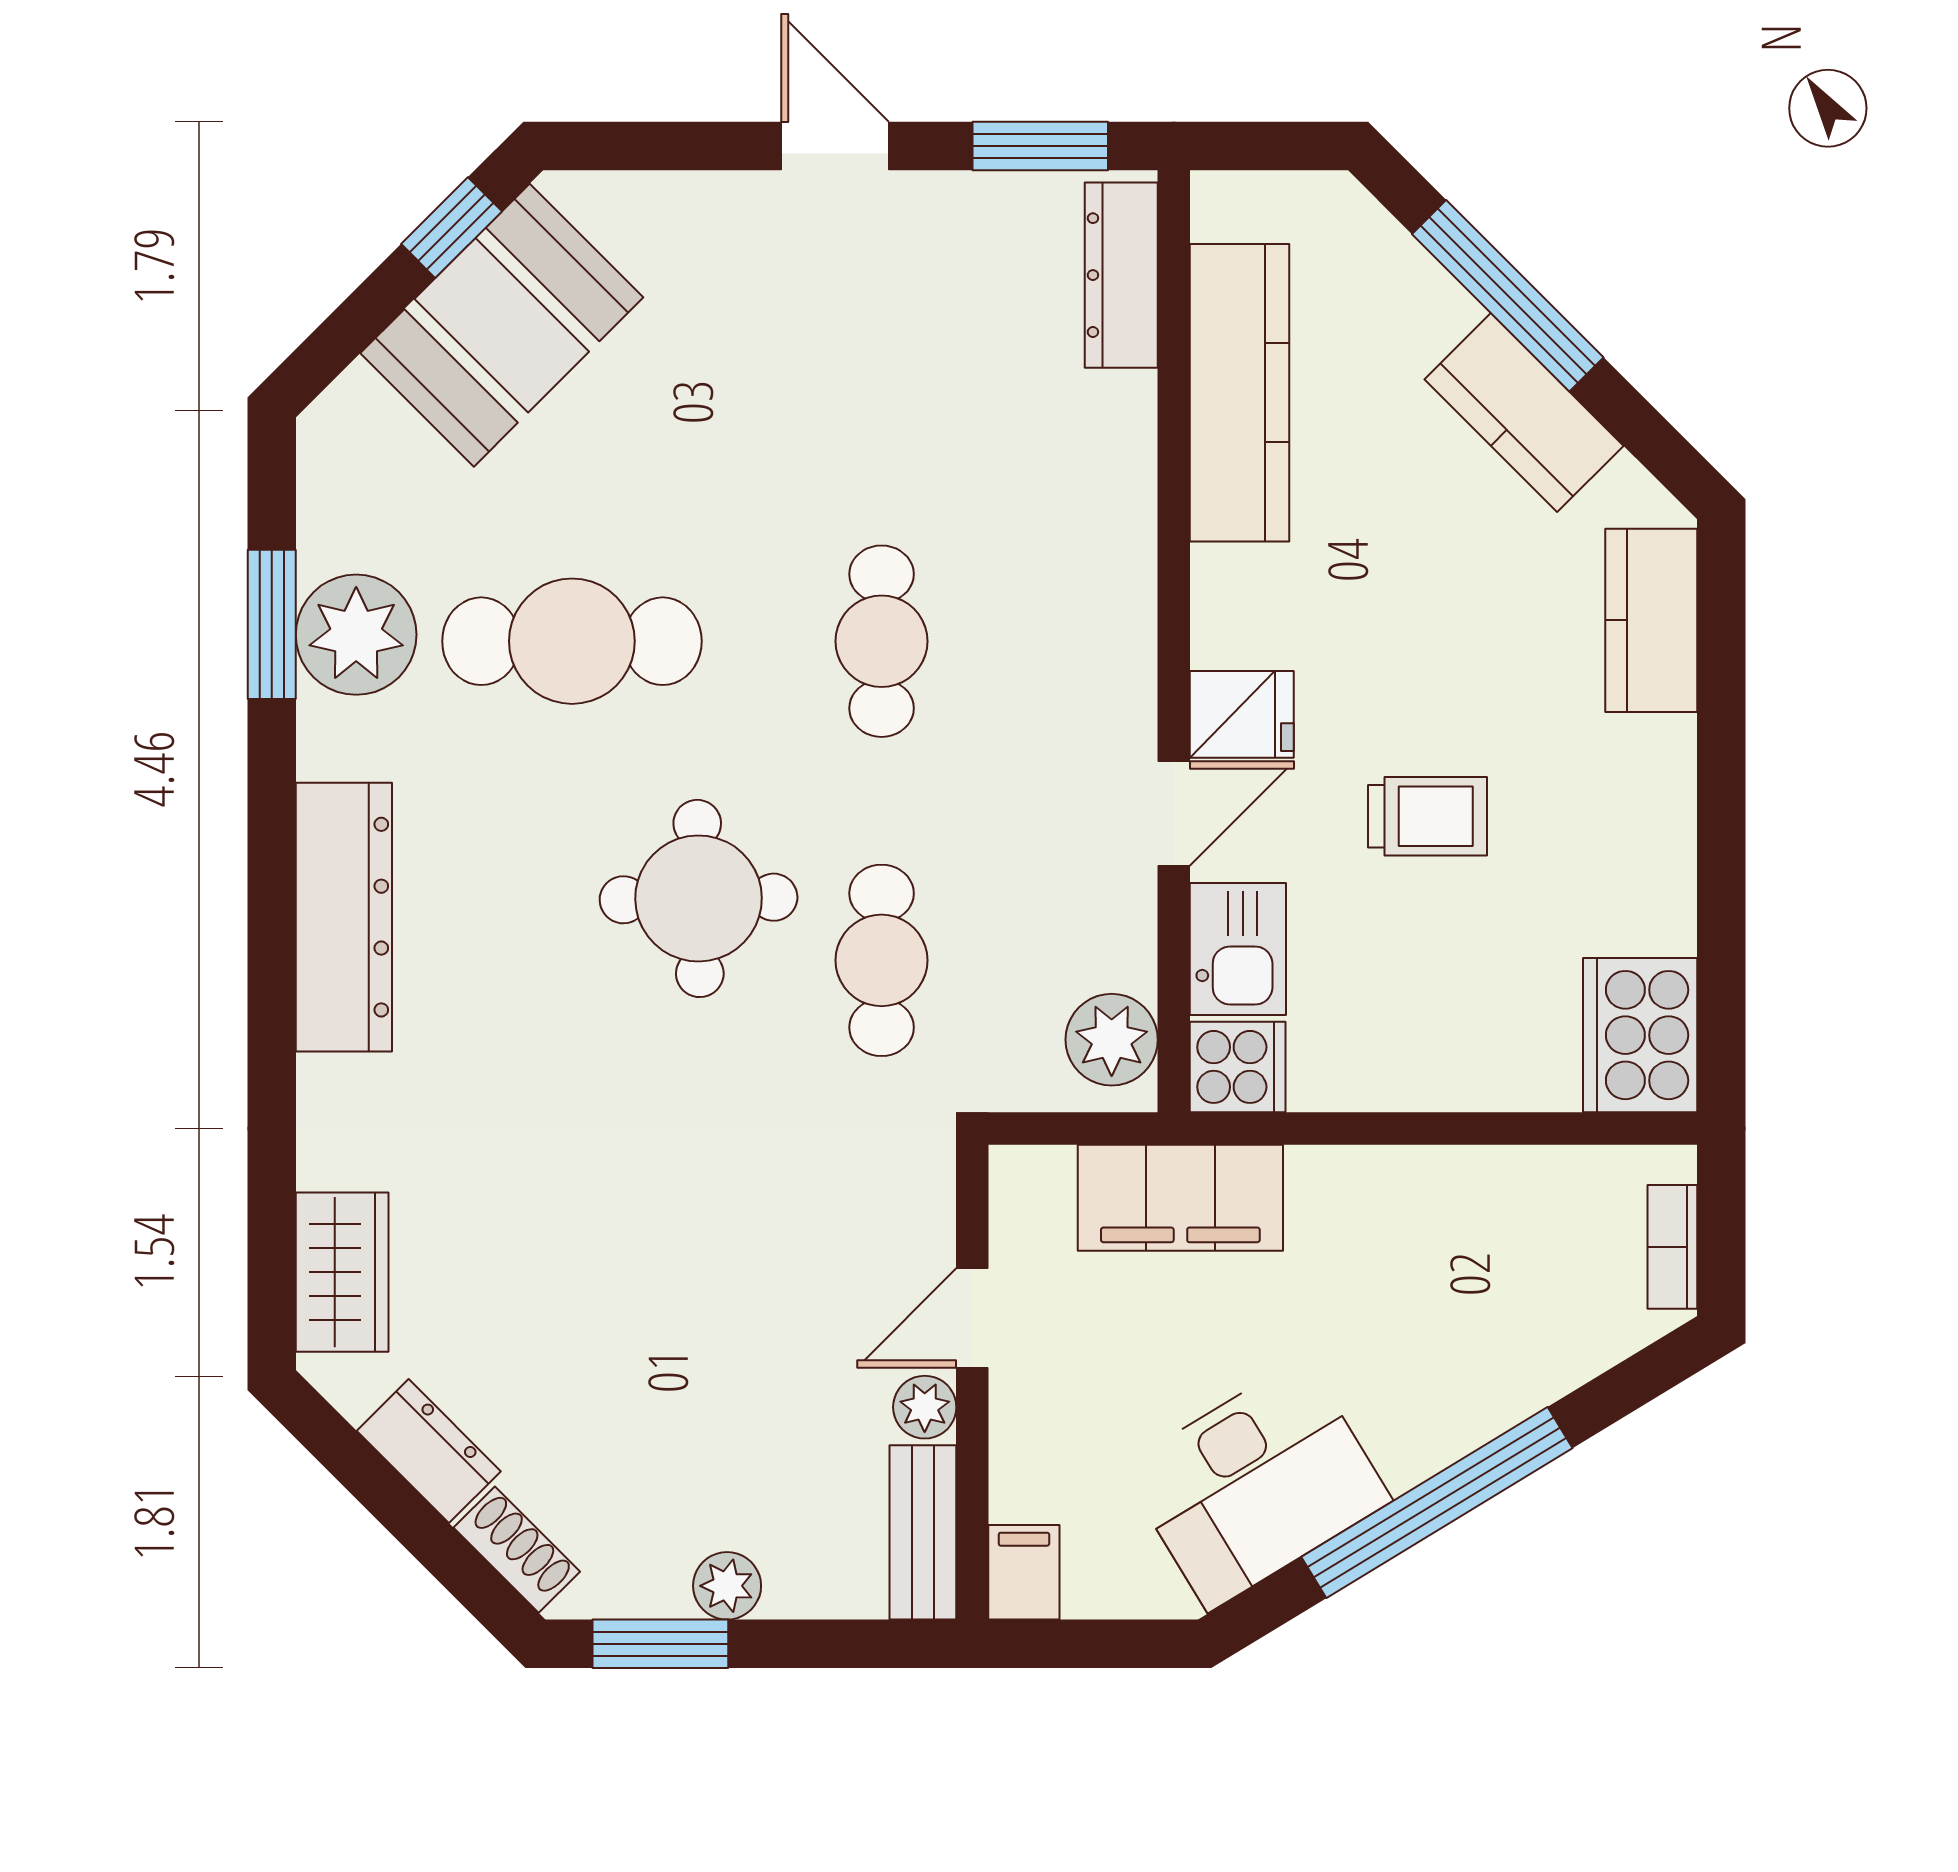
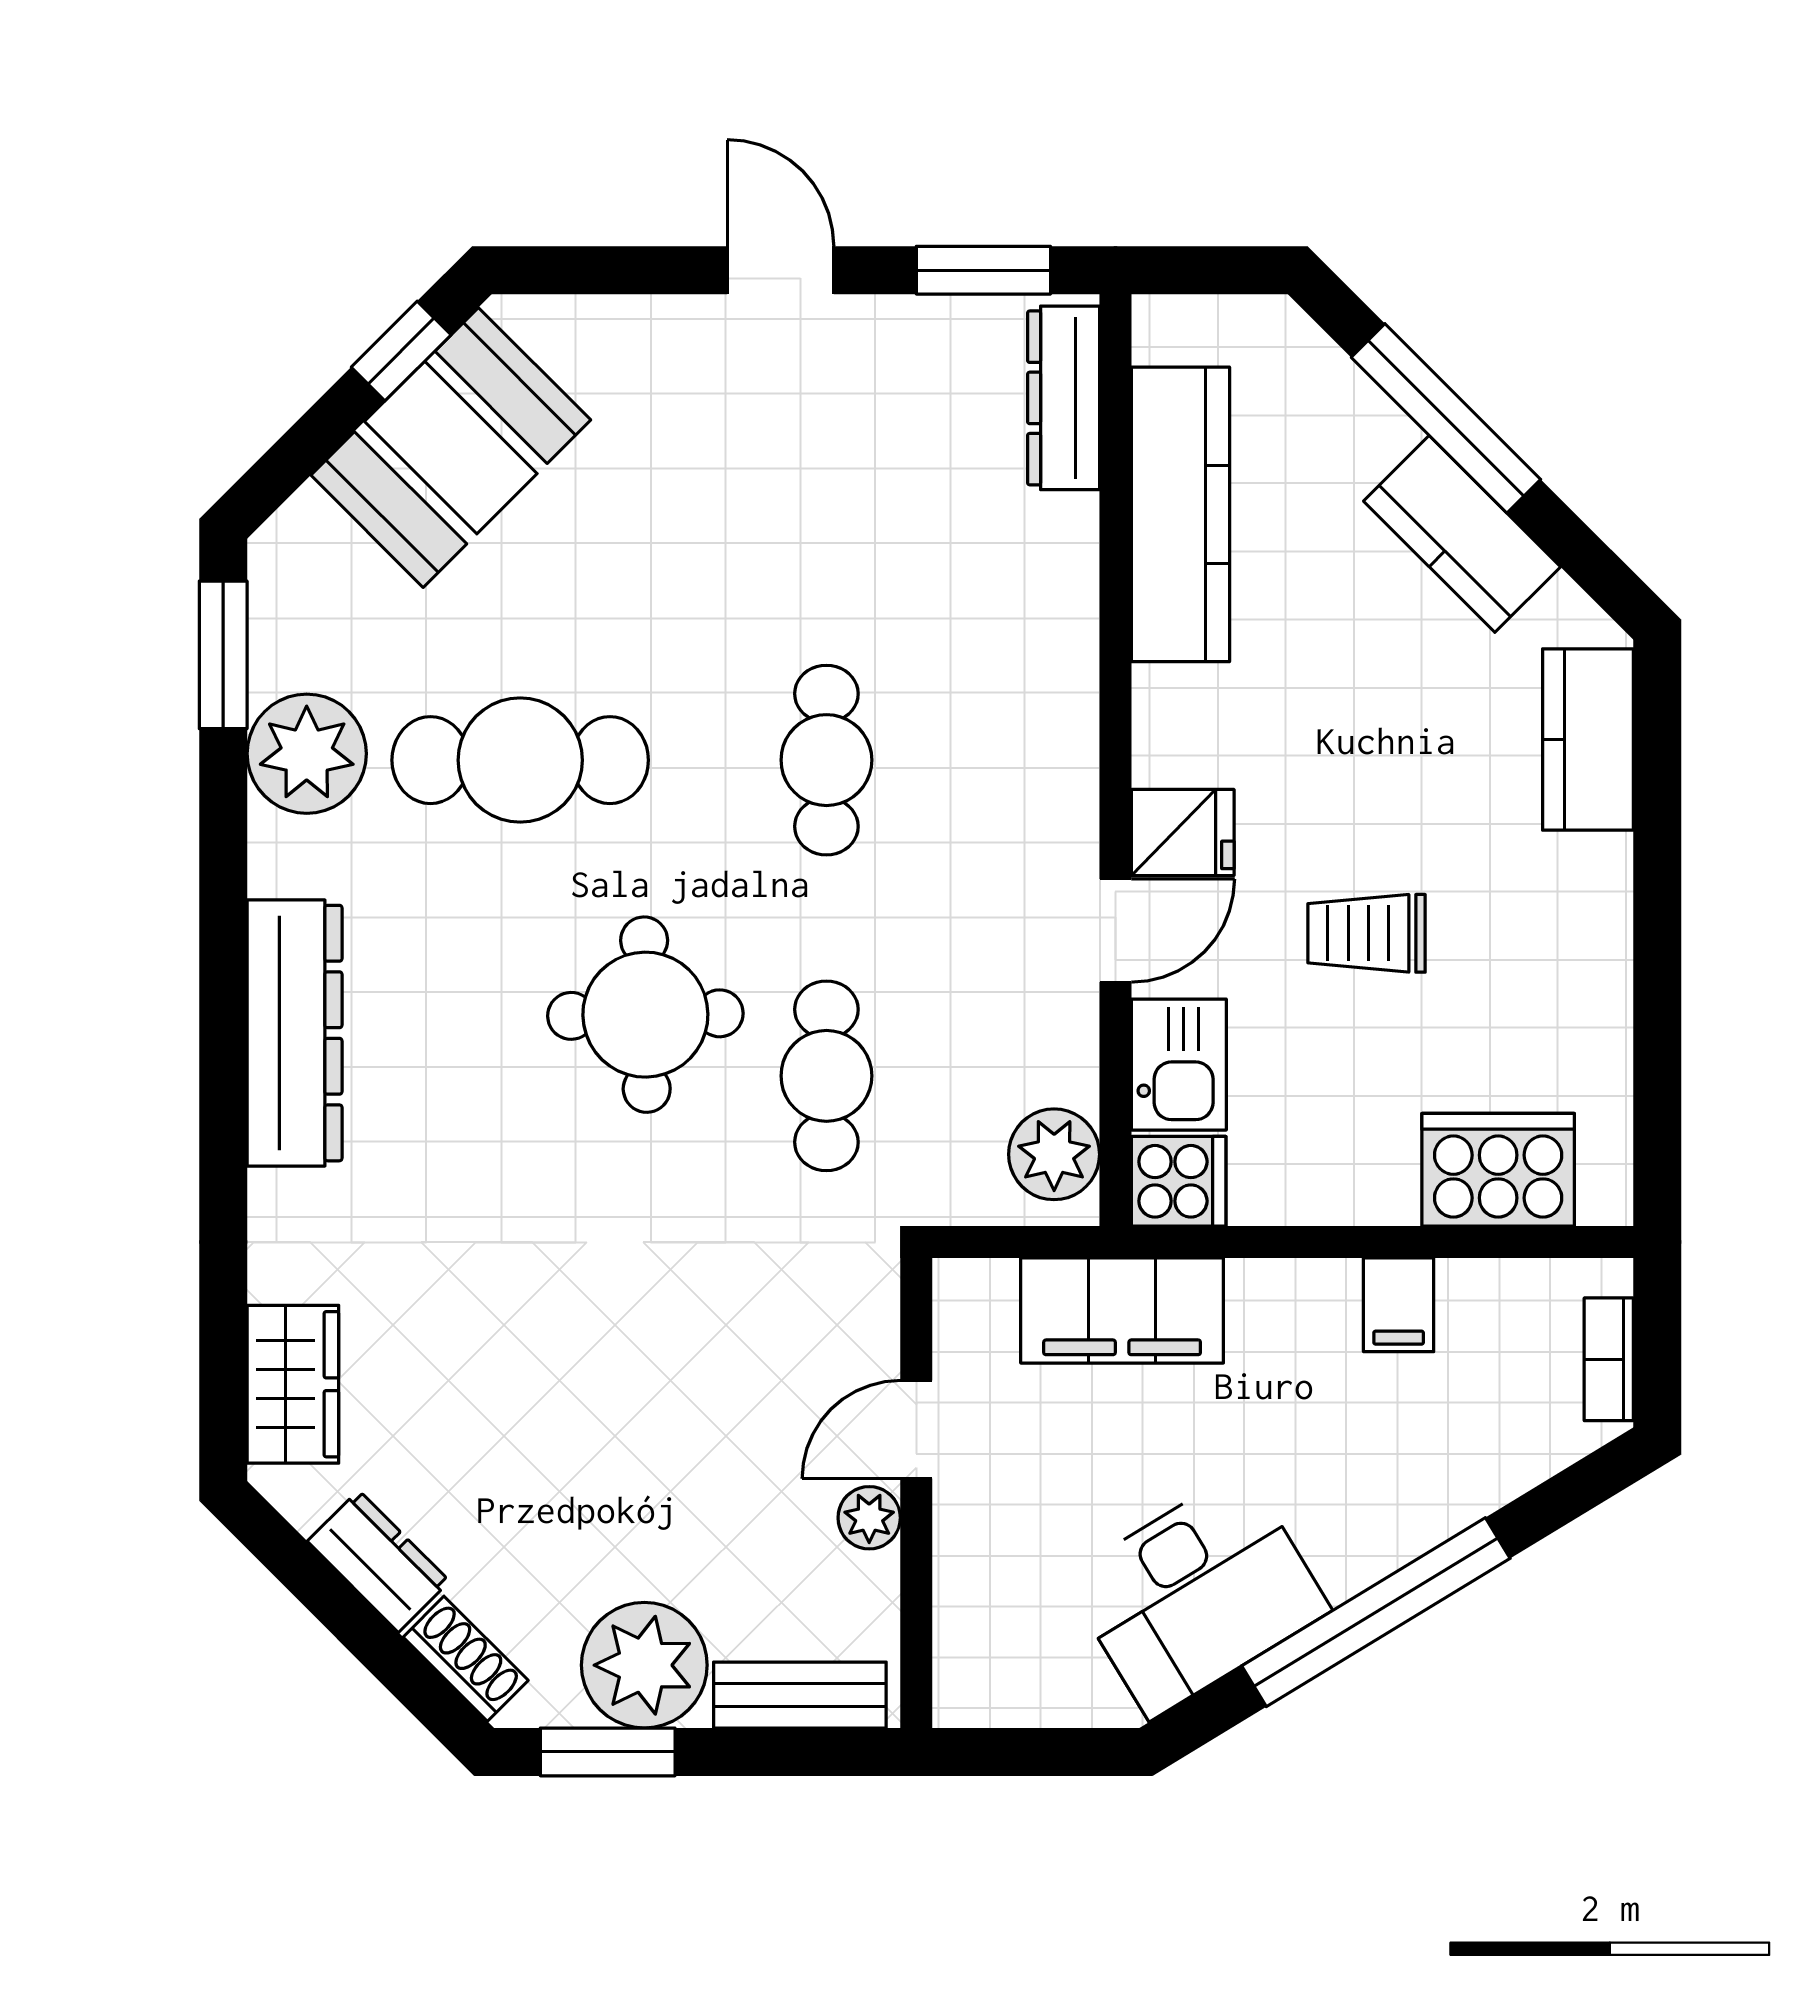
window: (272, 624) -> (223, 655), moved
trolley: (1427, 816) -> (1367, 933), turned 180
cooker: (1640, 1035) -> (1498, 1170), moved, turned 90
bench: (923, 1532) -> (800, 1695), moved, turned 90
filing cabinet: (1024, 1572) -> (1399, 1305), moved, turned 180
plant: (727, 1586) -> (644, 1665), width x1.88, depth x1.88

